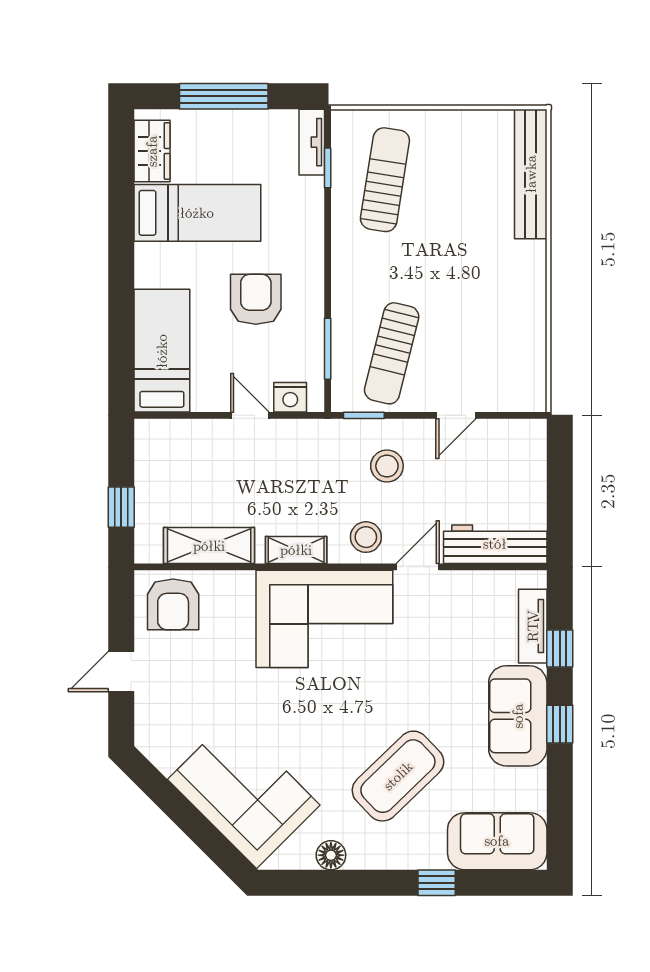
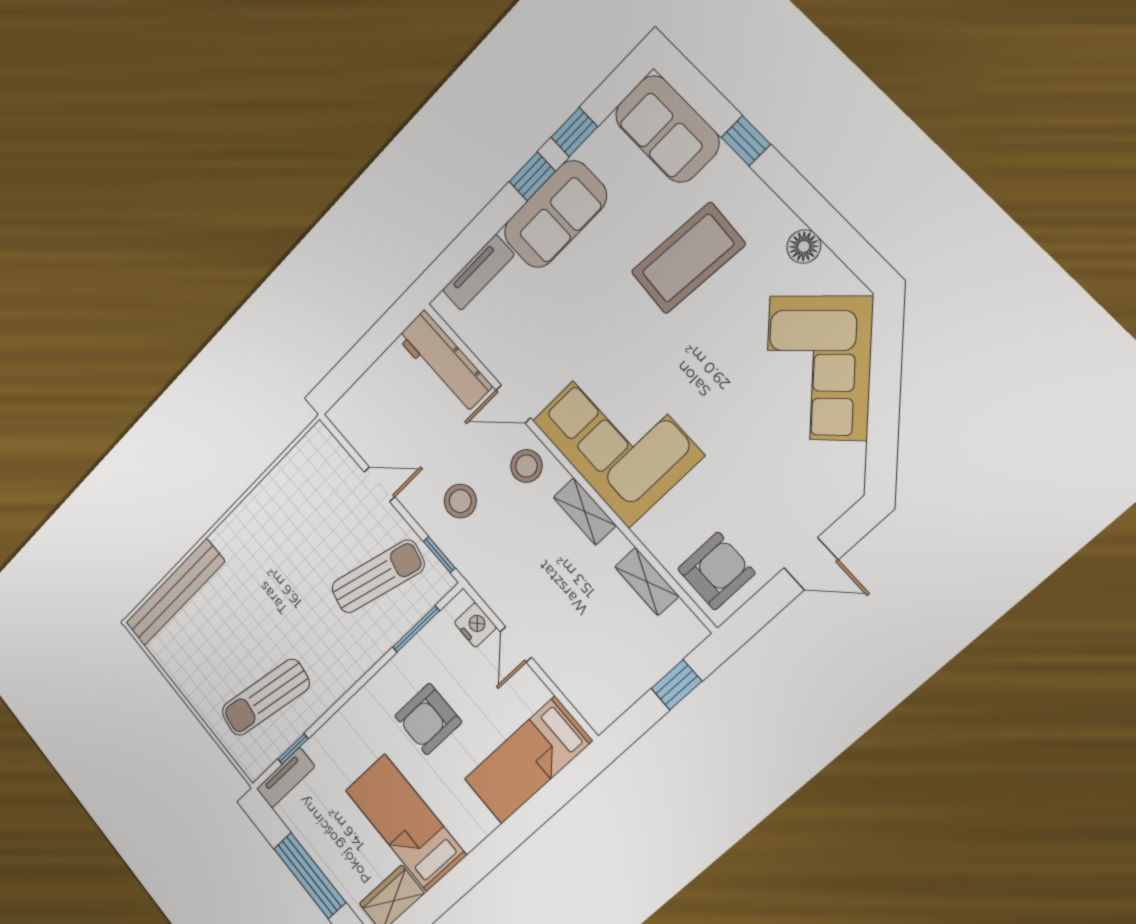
shelving: (209, 546) -> (647, 581), width x0.67, depth x0.75
window: (560, 649) -> (574, 132), moved
coffee table: (398, 776) -> (688, 258), turned -42

